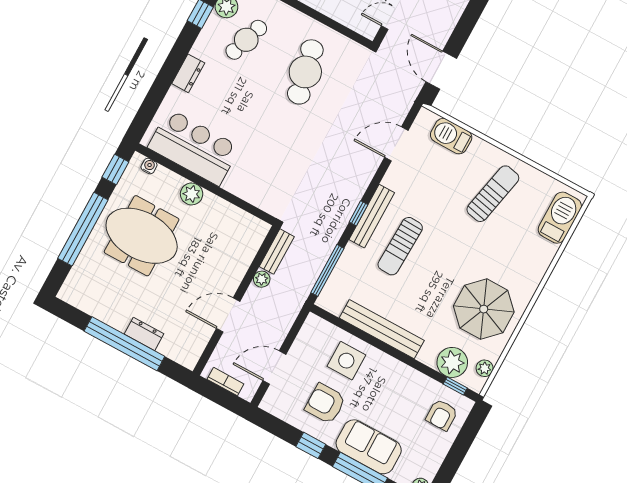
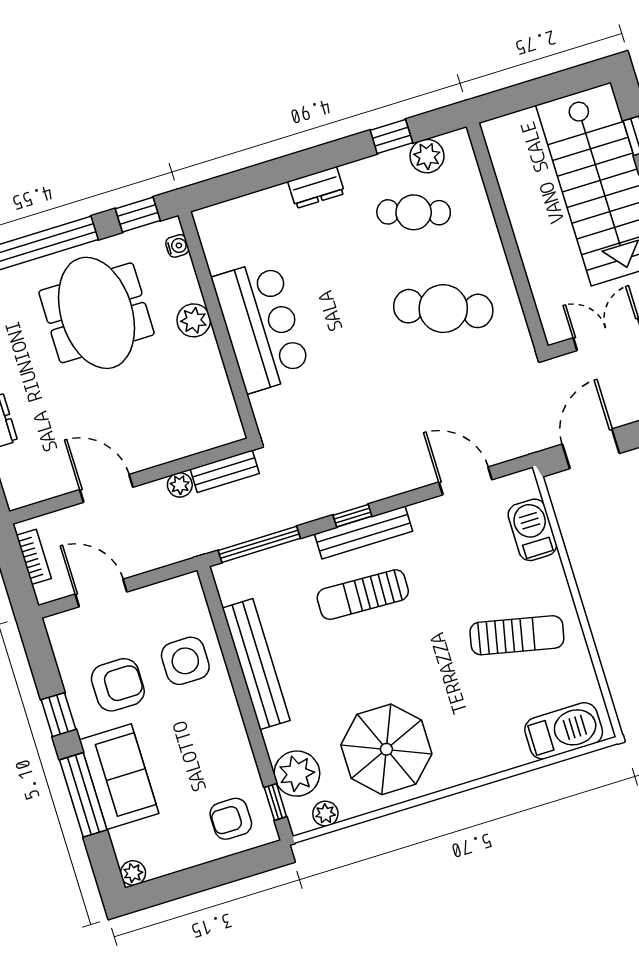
cafe table: (305, 72) -> (443, 309), turned 33
bar counter: (194, 147) -> (261, 326), moved
armchair: (325, 404) -> (118, 685), turned 90

